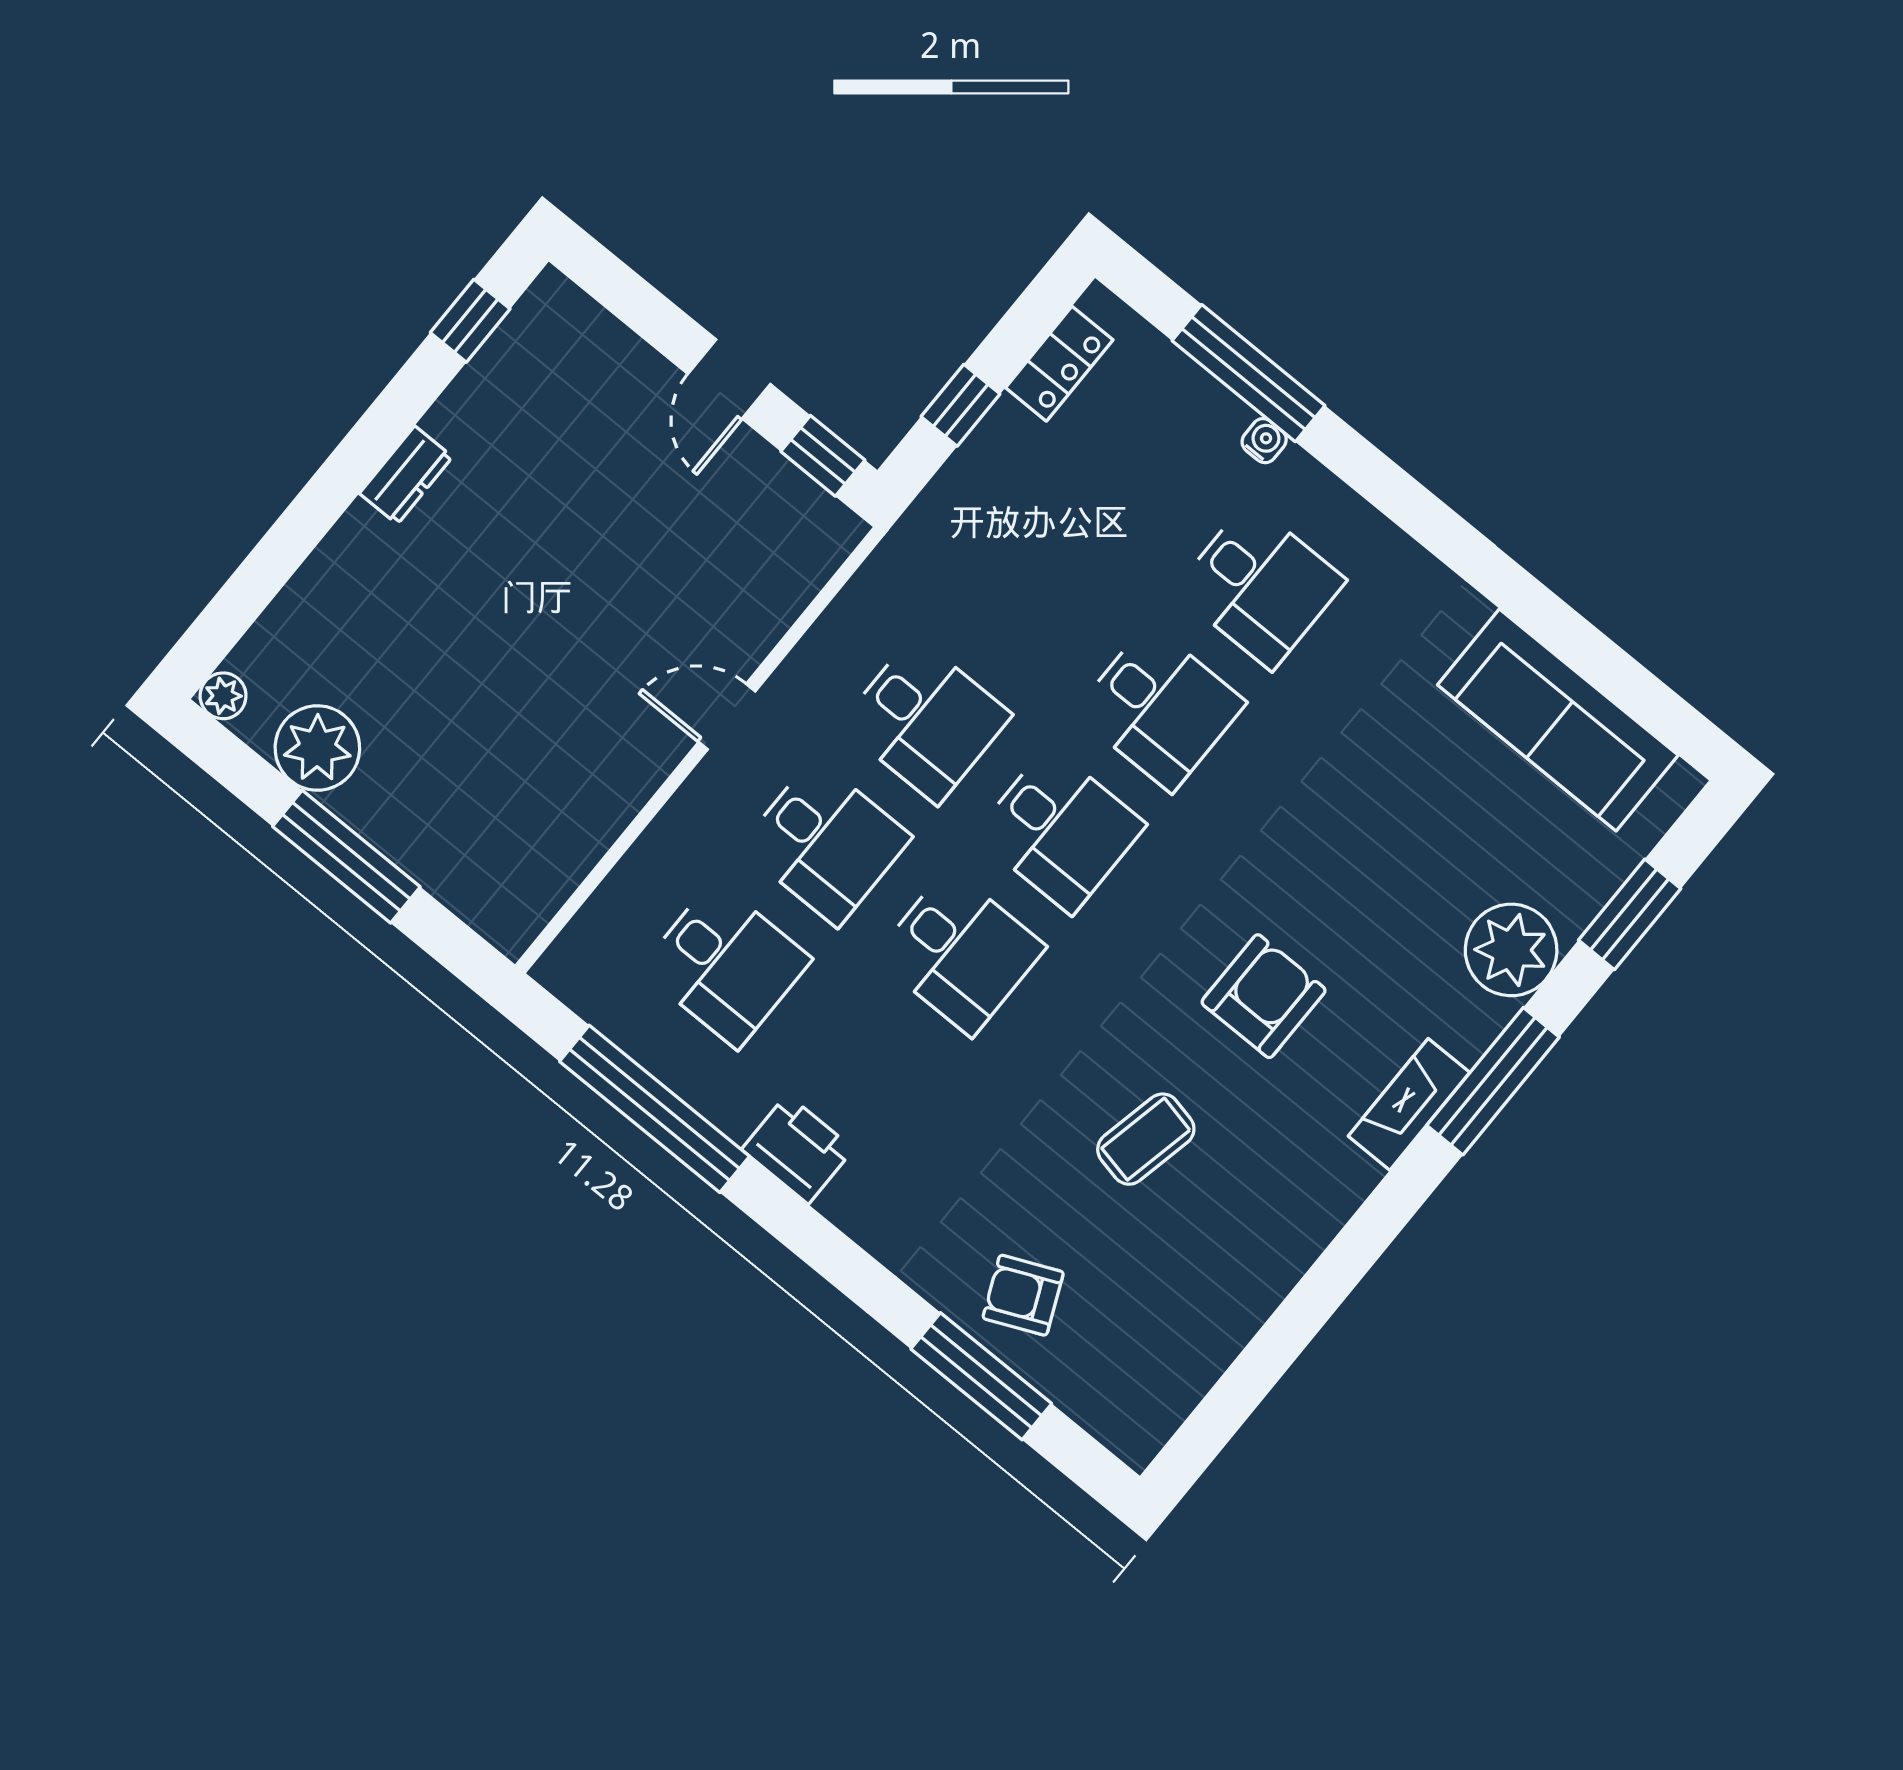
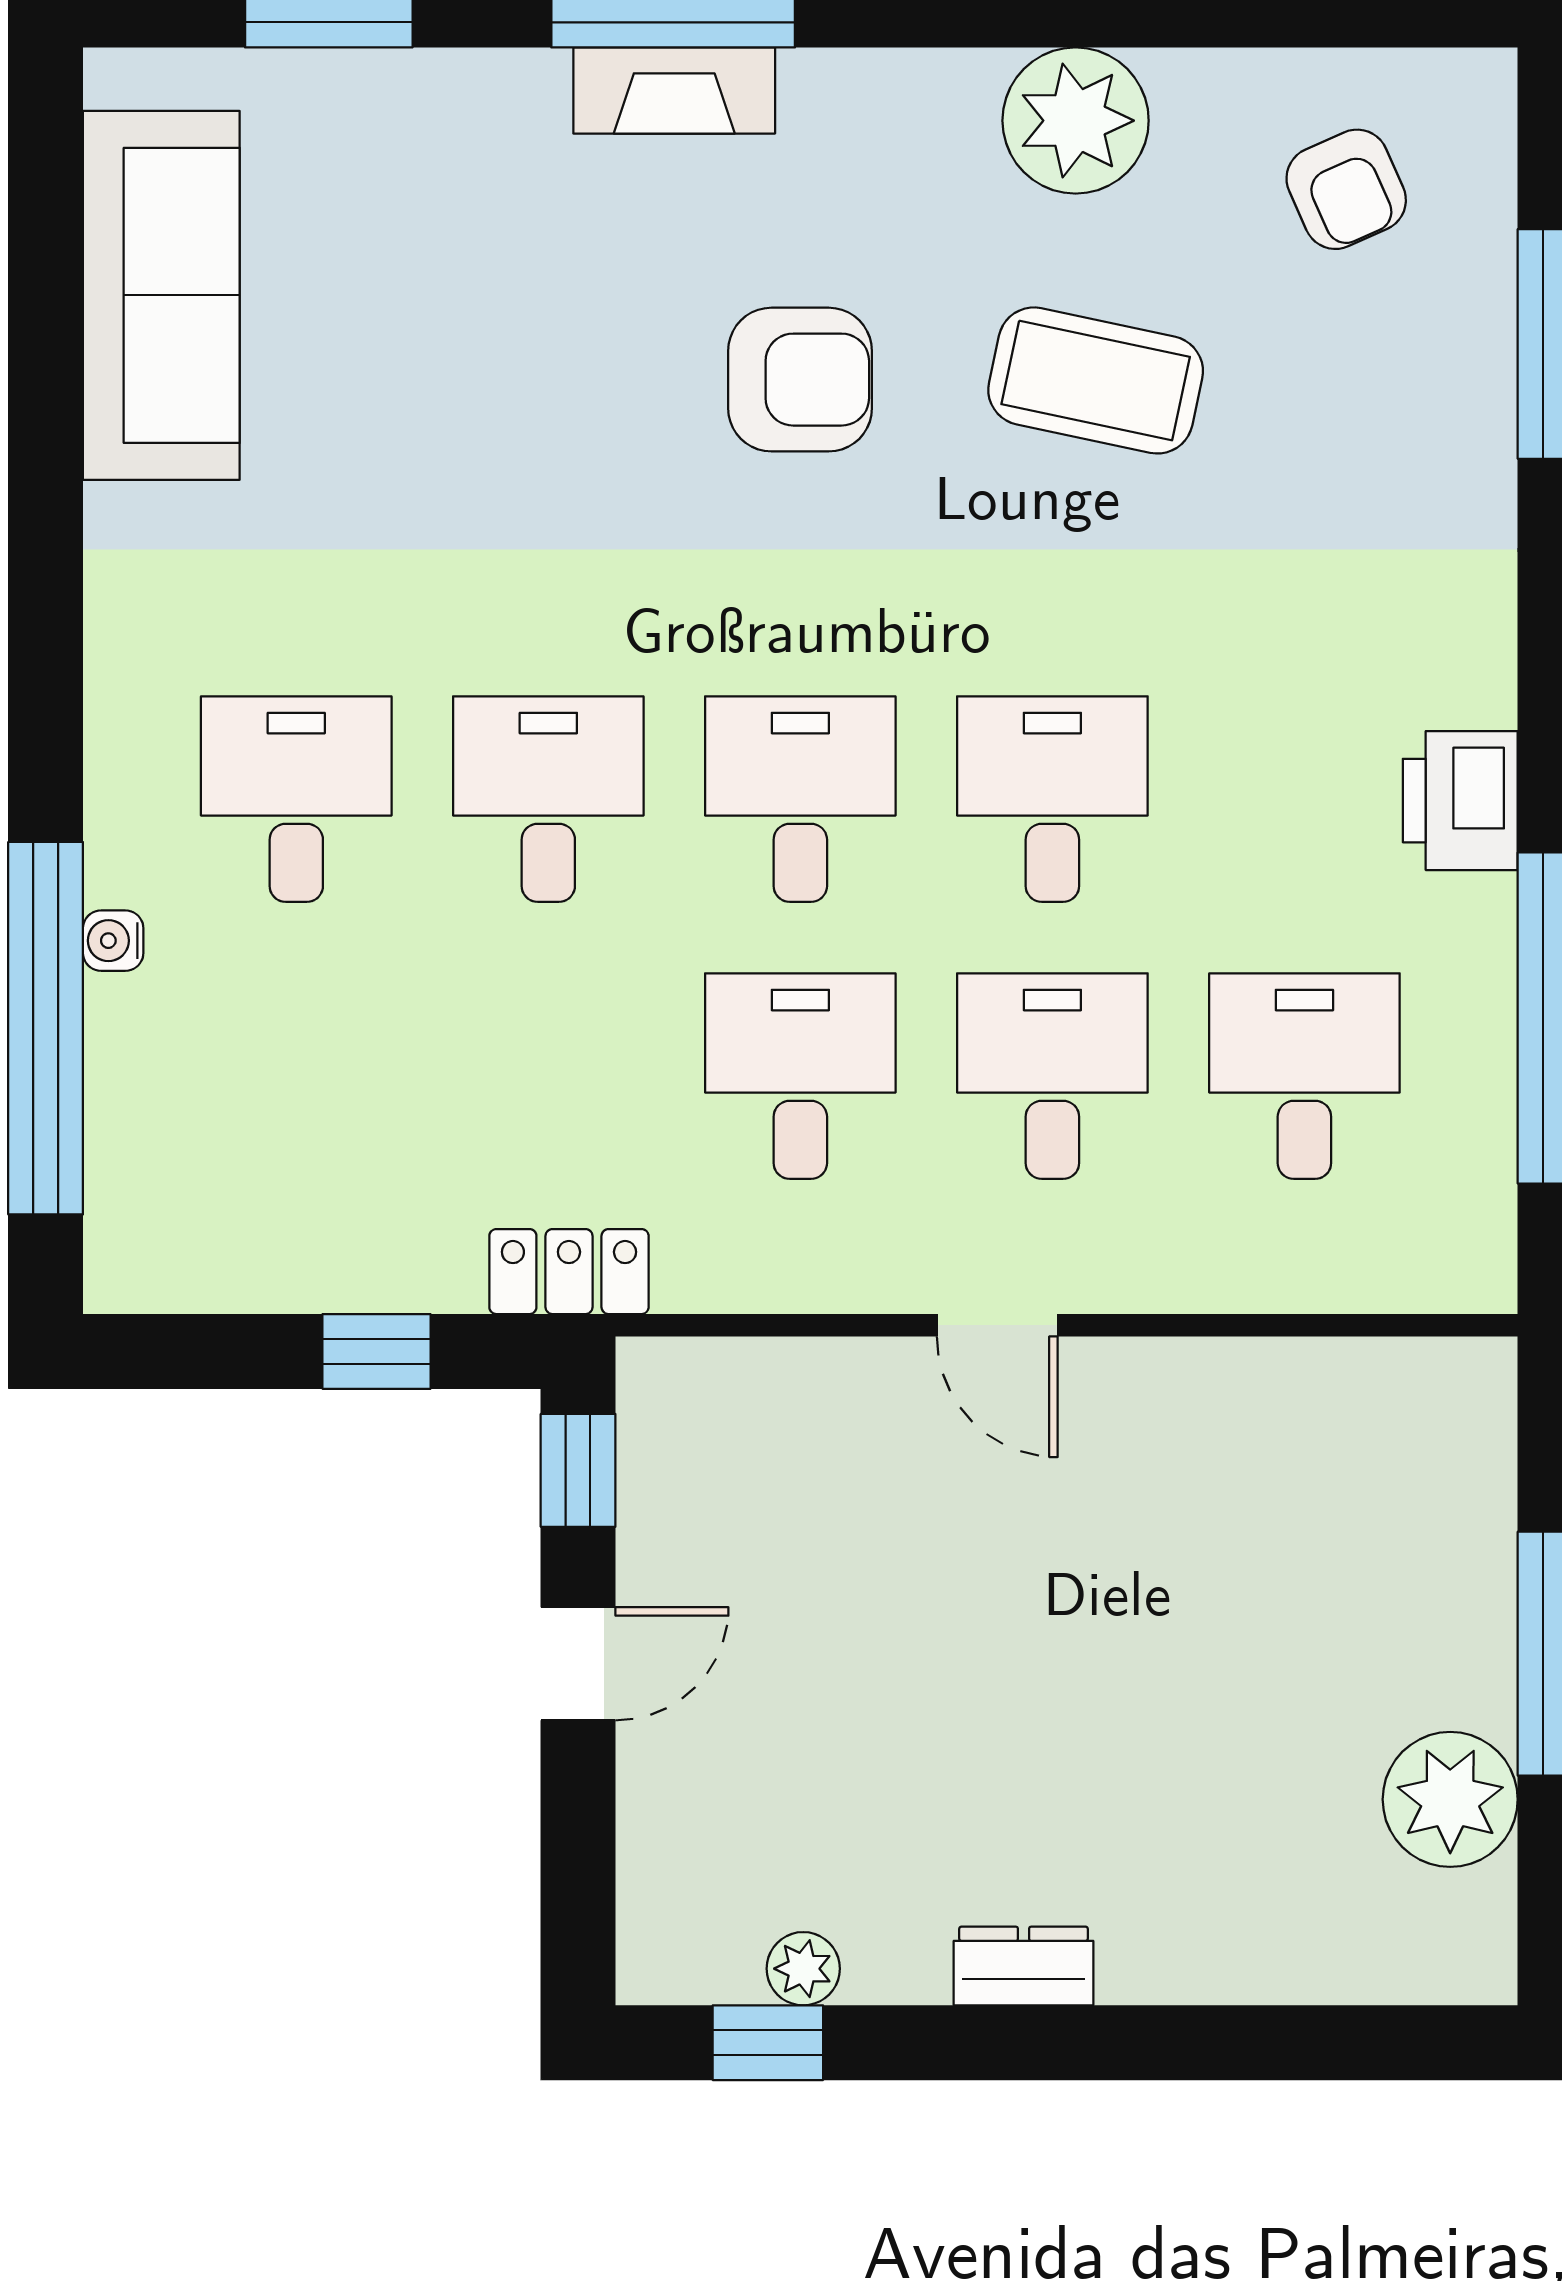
locker: (1059, 364) -> (569, 1272), moved
window: (1248, 373) -> (46, 1028), width x1.46
plant: (223, 696) -> (803, 1969), moved
plant: (1511, 950) -> (1076, 121), moved
armchair: (1264, 996) -> (800, 380), turned 180
fireplace: (1409, 1104) -> (674, 91), moved
coffee table: (1146, 1139) -> (1096, 380), width x1.36, depth x1.30
armchair: (1023, 1295) -> (1346, 189), moved

